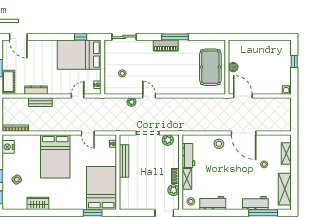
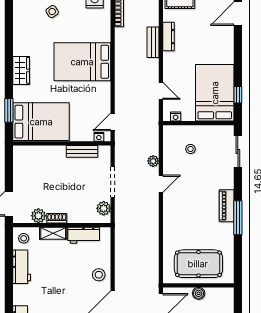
door: (88, 133) -> (113, 122), moved
bench: (124, 161) -> (82, 151), width x0.73
wardrobe: (38, 203) -> (21, 70), moved

